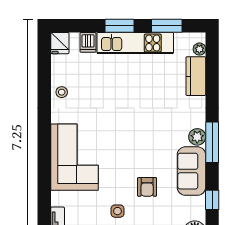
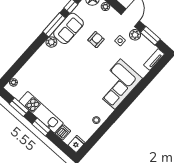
kitchen counter: (196, 76) -> (26, 71), removed
window: (212, 142) -> (54, 25), moved

